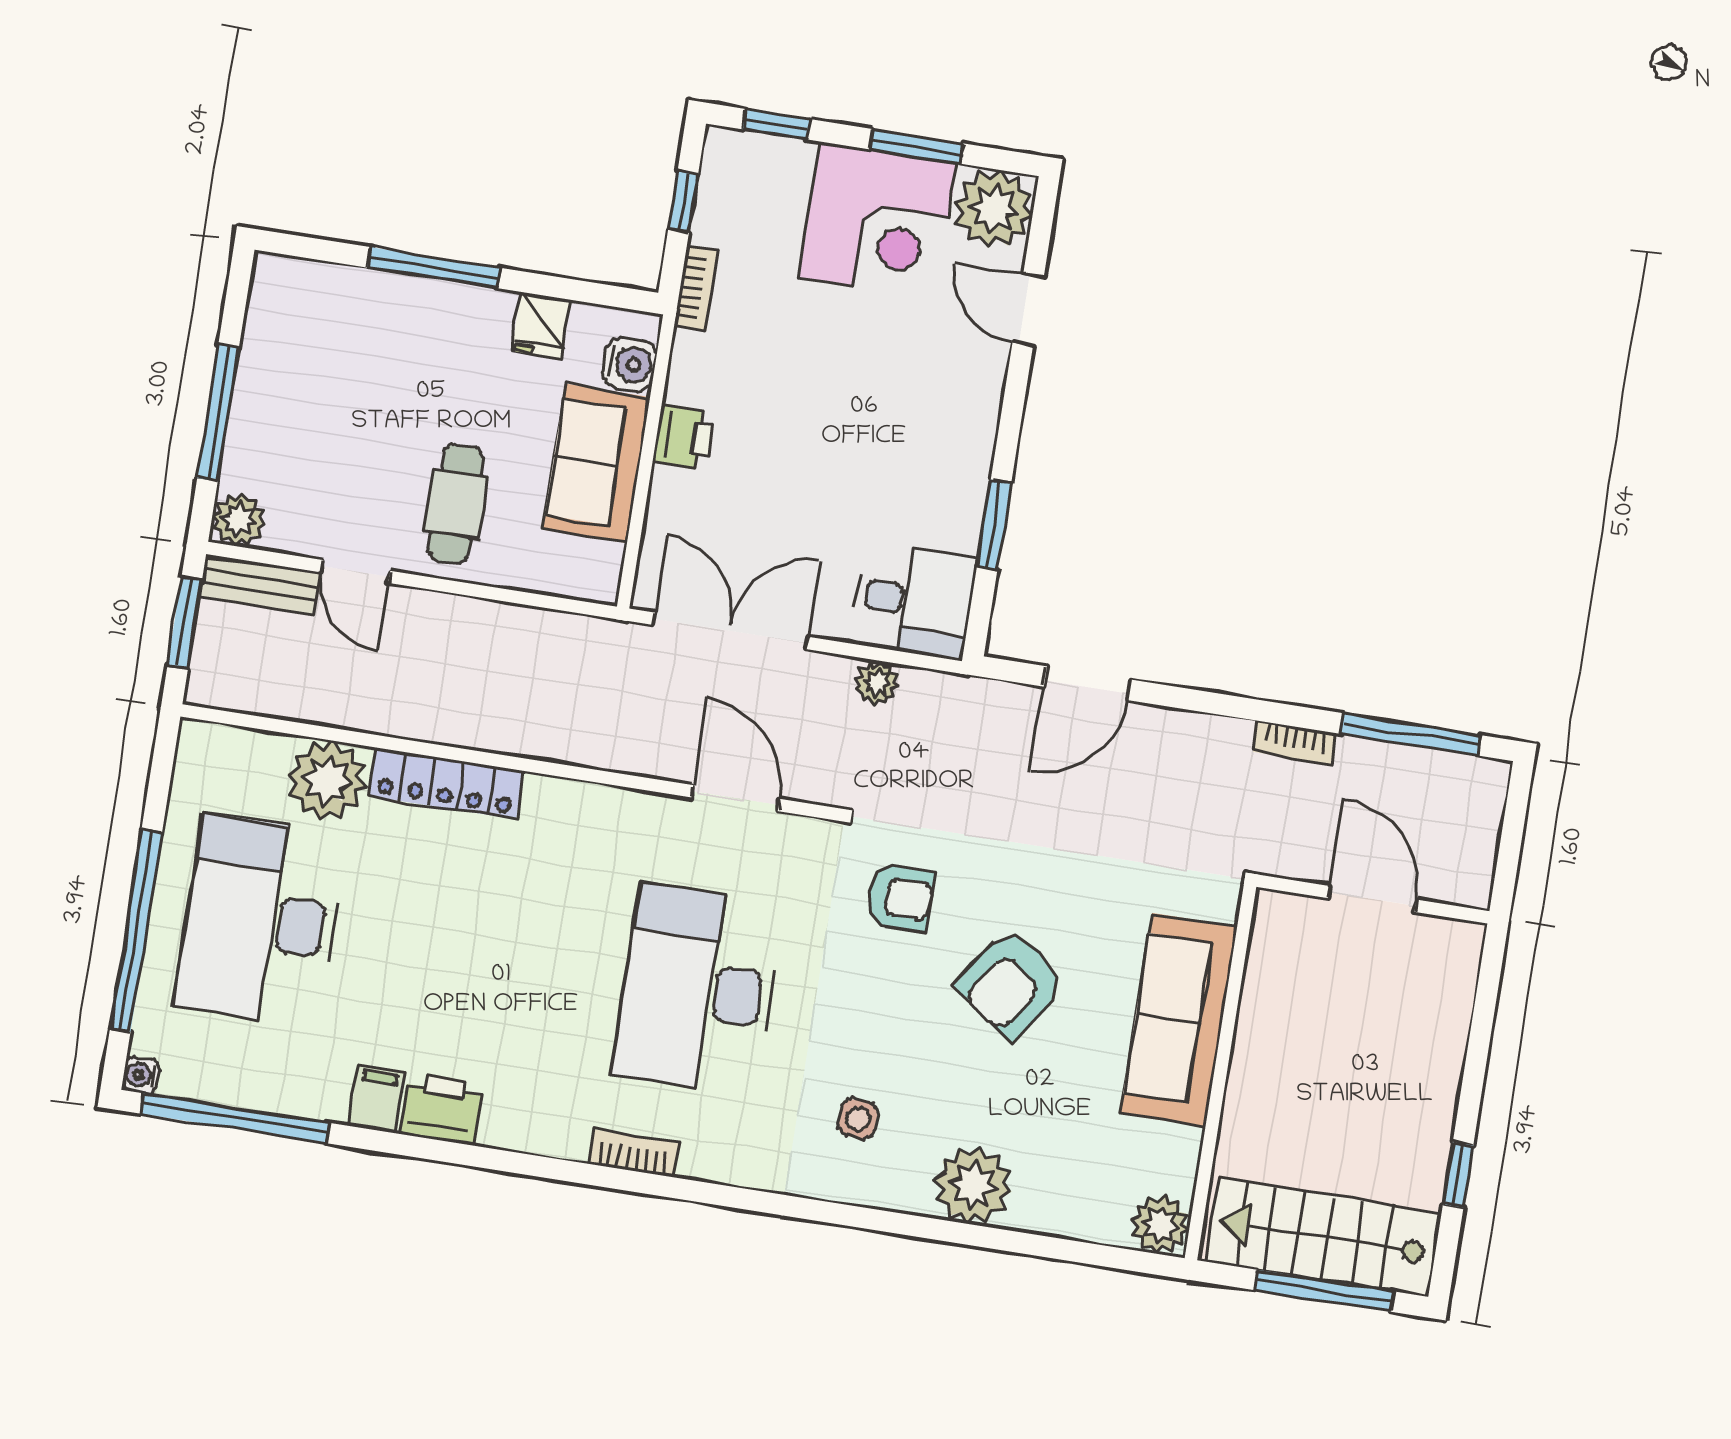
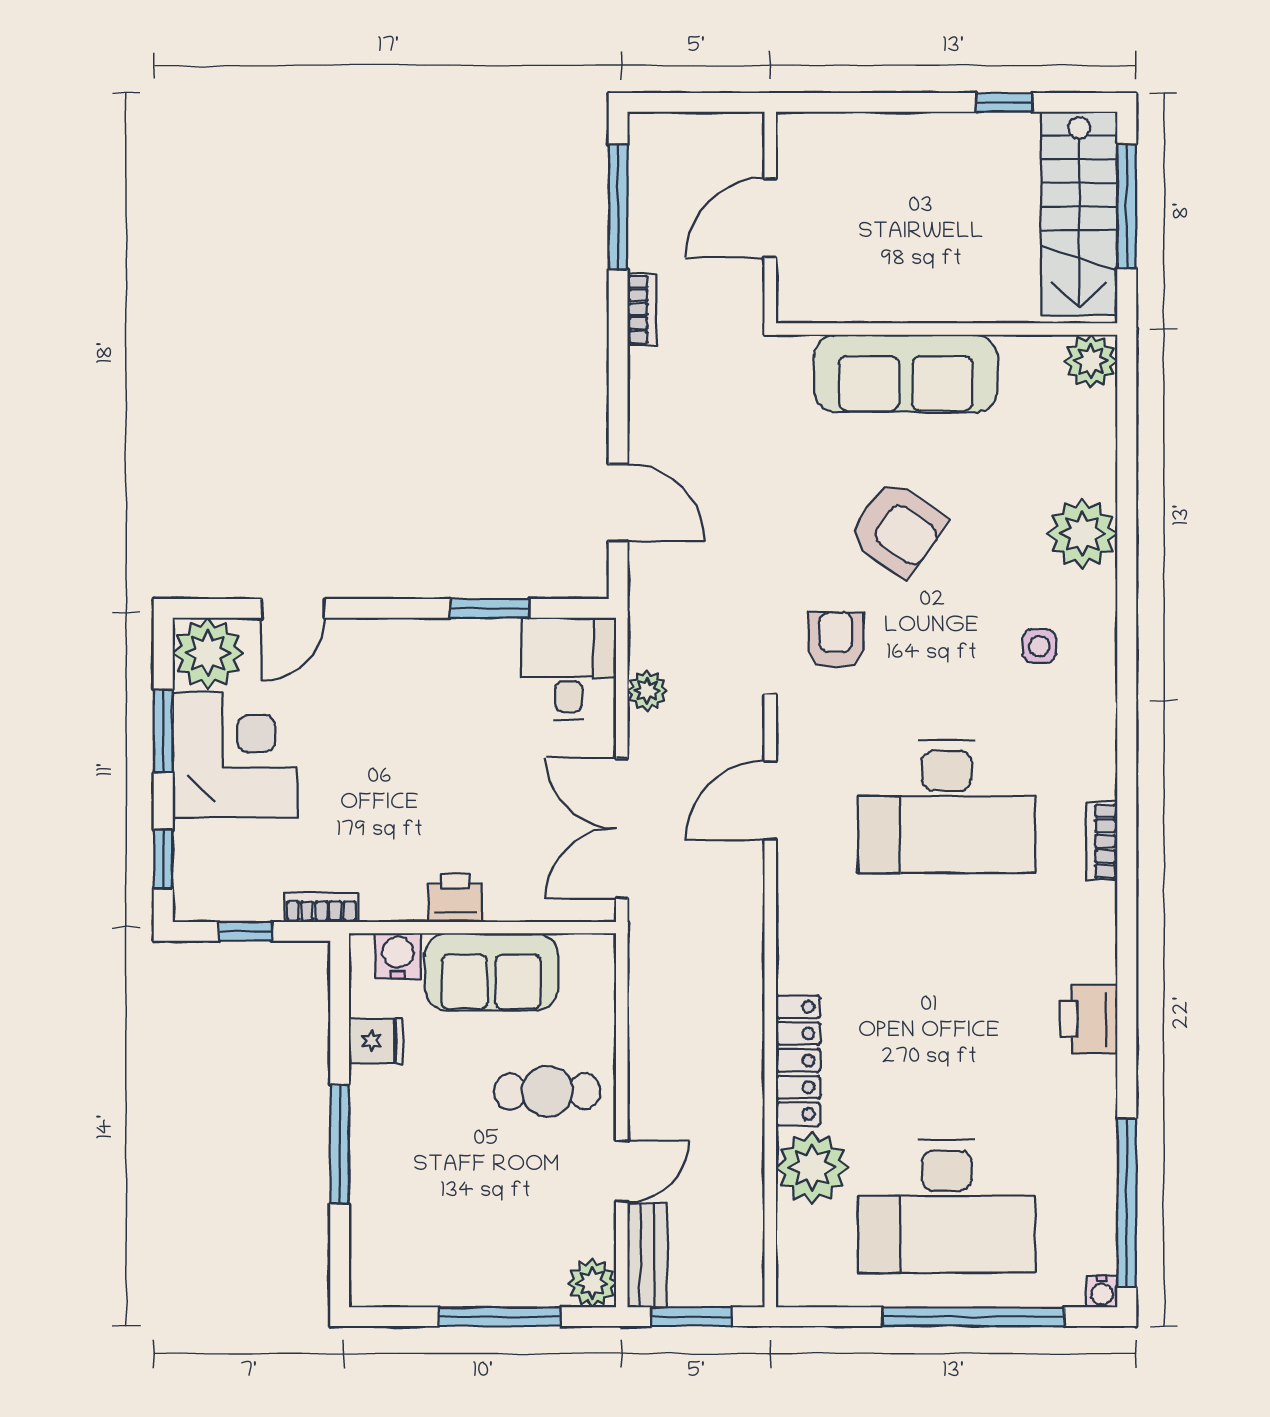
filing cabinet: (377, 1099) -> (1090, 1078), removed

